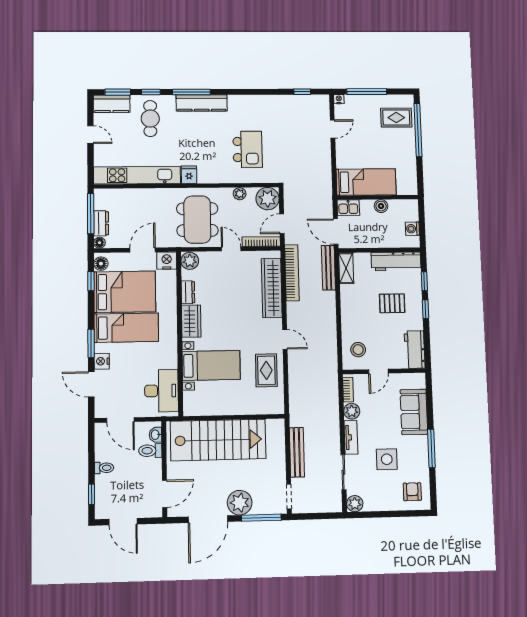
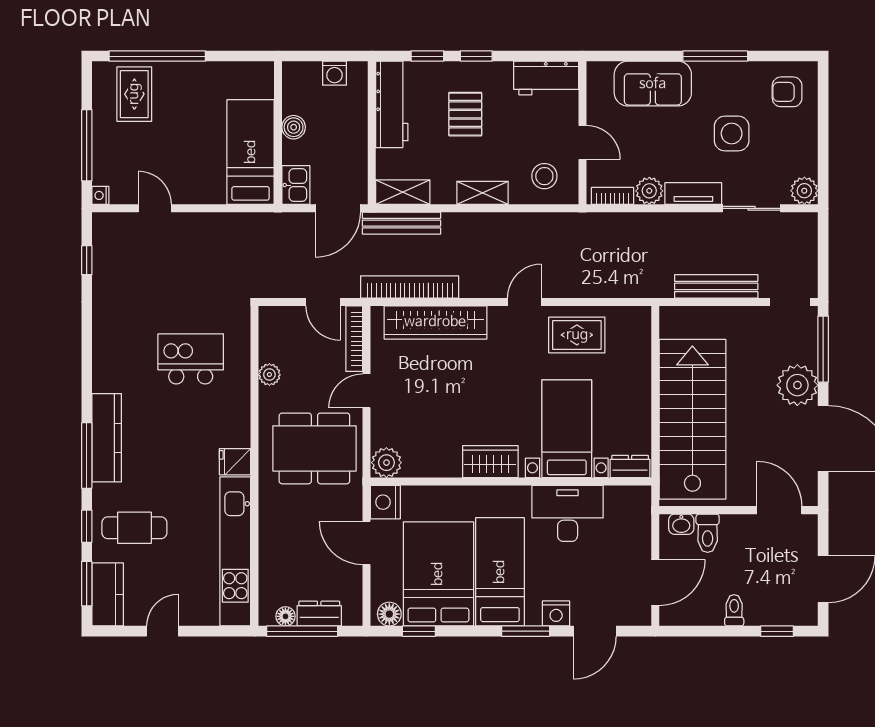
plant: (268, 199) -> (279, 326), removed
floor lamp: (99, 243) -> (285, 616), moved
dresser: (188, 292) -> (630, 466), moved
shelving: (347, 314) -> (482, 193), added
desk: (161, 391) -> (568, 513), moved

